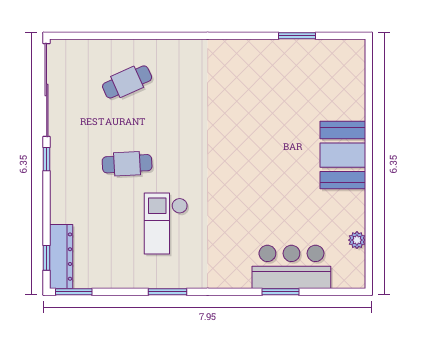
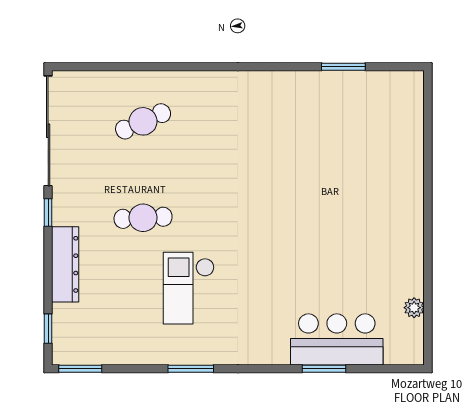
booth: (343, 155) -> (397, 208), removed
dresser: (61, 257) -> (65, 264), moved

